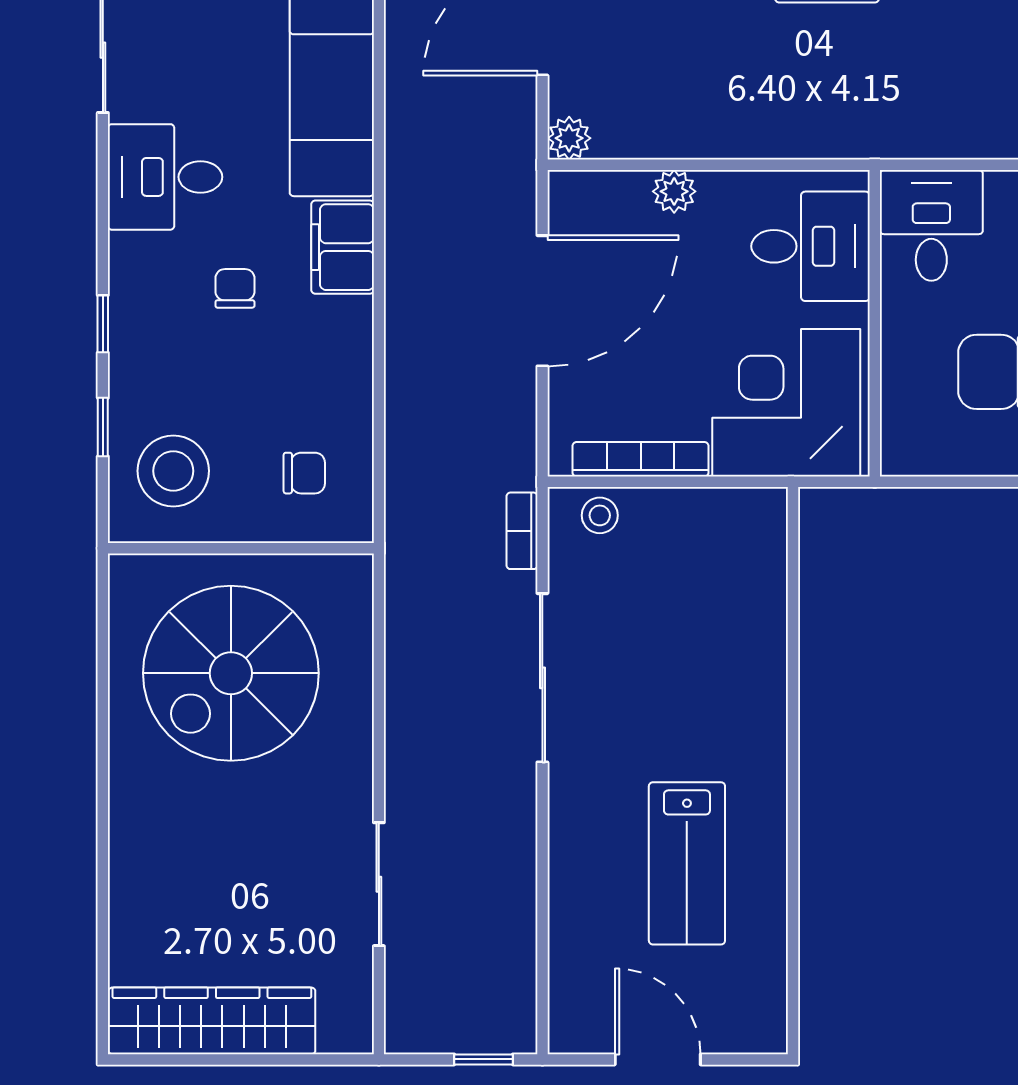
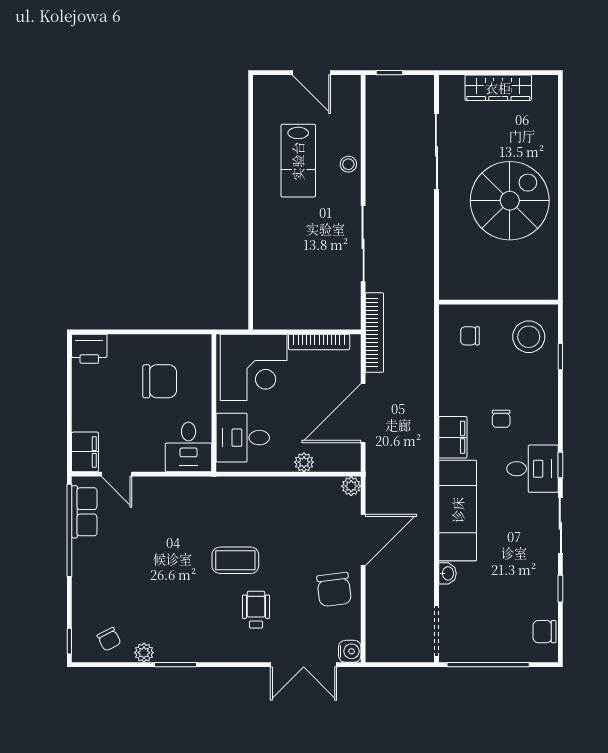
window: (103, 324) -> (560, 465), moved
stool: (600, 515) -> (348, 164), moved
bookcase: (522, 531) -> (374, 333), width x2.31, depth x1.31
spiral stairs: (231, 673) -> (510, 201), moved
lab bench: (687, 863) -> (298, 161), turned 180
sliding door: (379, 884) -> (436, 151), width x1.37
wardrobe: (212, 1021) -> (498, 88), width x0.71, depth x0.85

